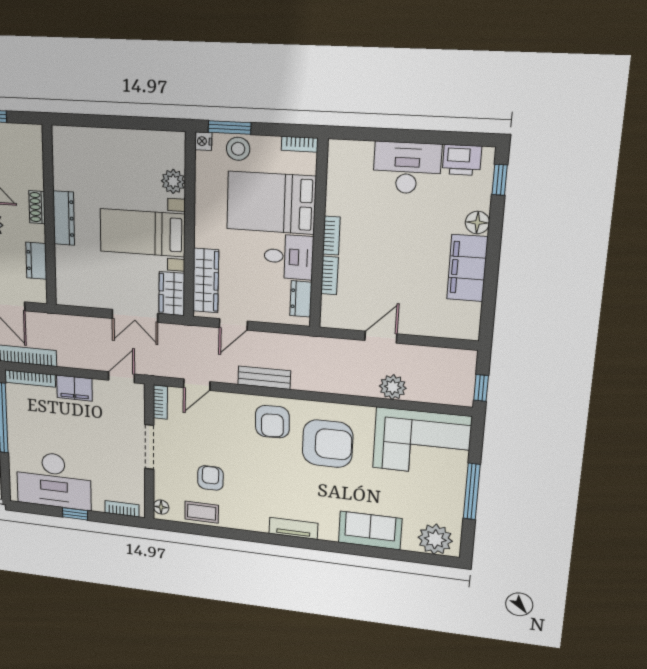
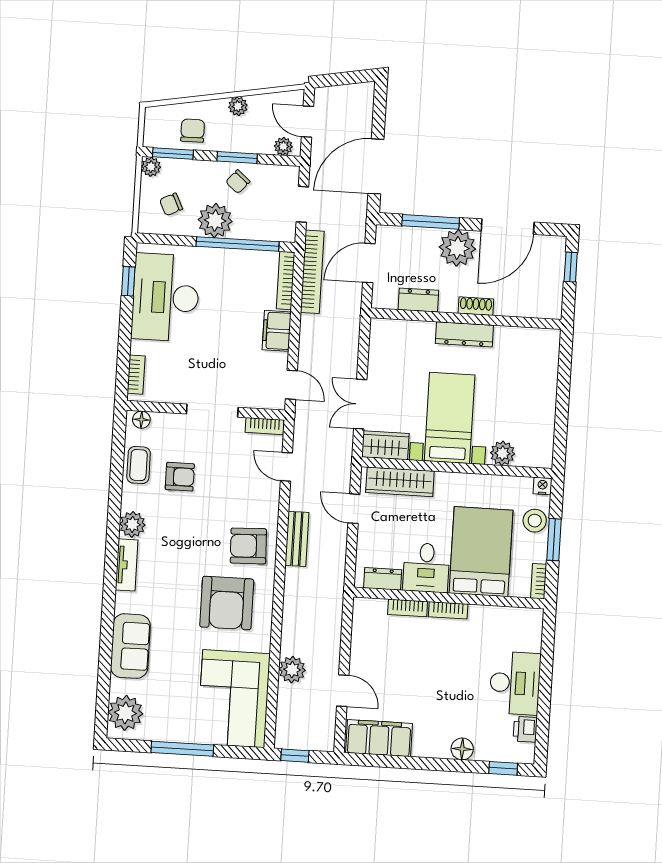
window: (230, 127) -> (554, 540), moved
printer: (462, 160) -> (525, 729), width x0.73, depth x0.81
filing cabinet: (467, 268) -> (379, 738), moved
door: (381, 337) -> (343, 691), moved
window: (75, 514) -> (128, 281), moved
plant: (256, 521) -> (132, 524), added

